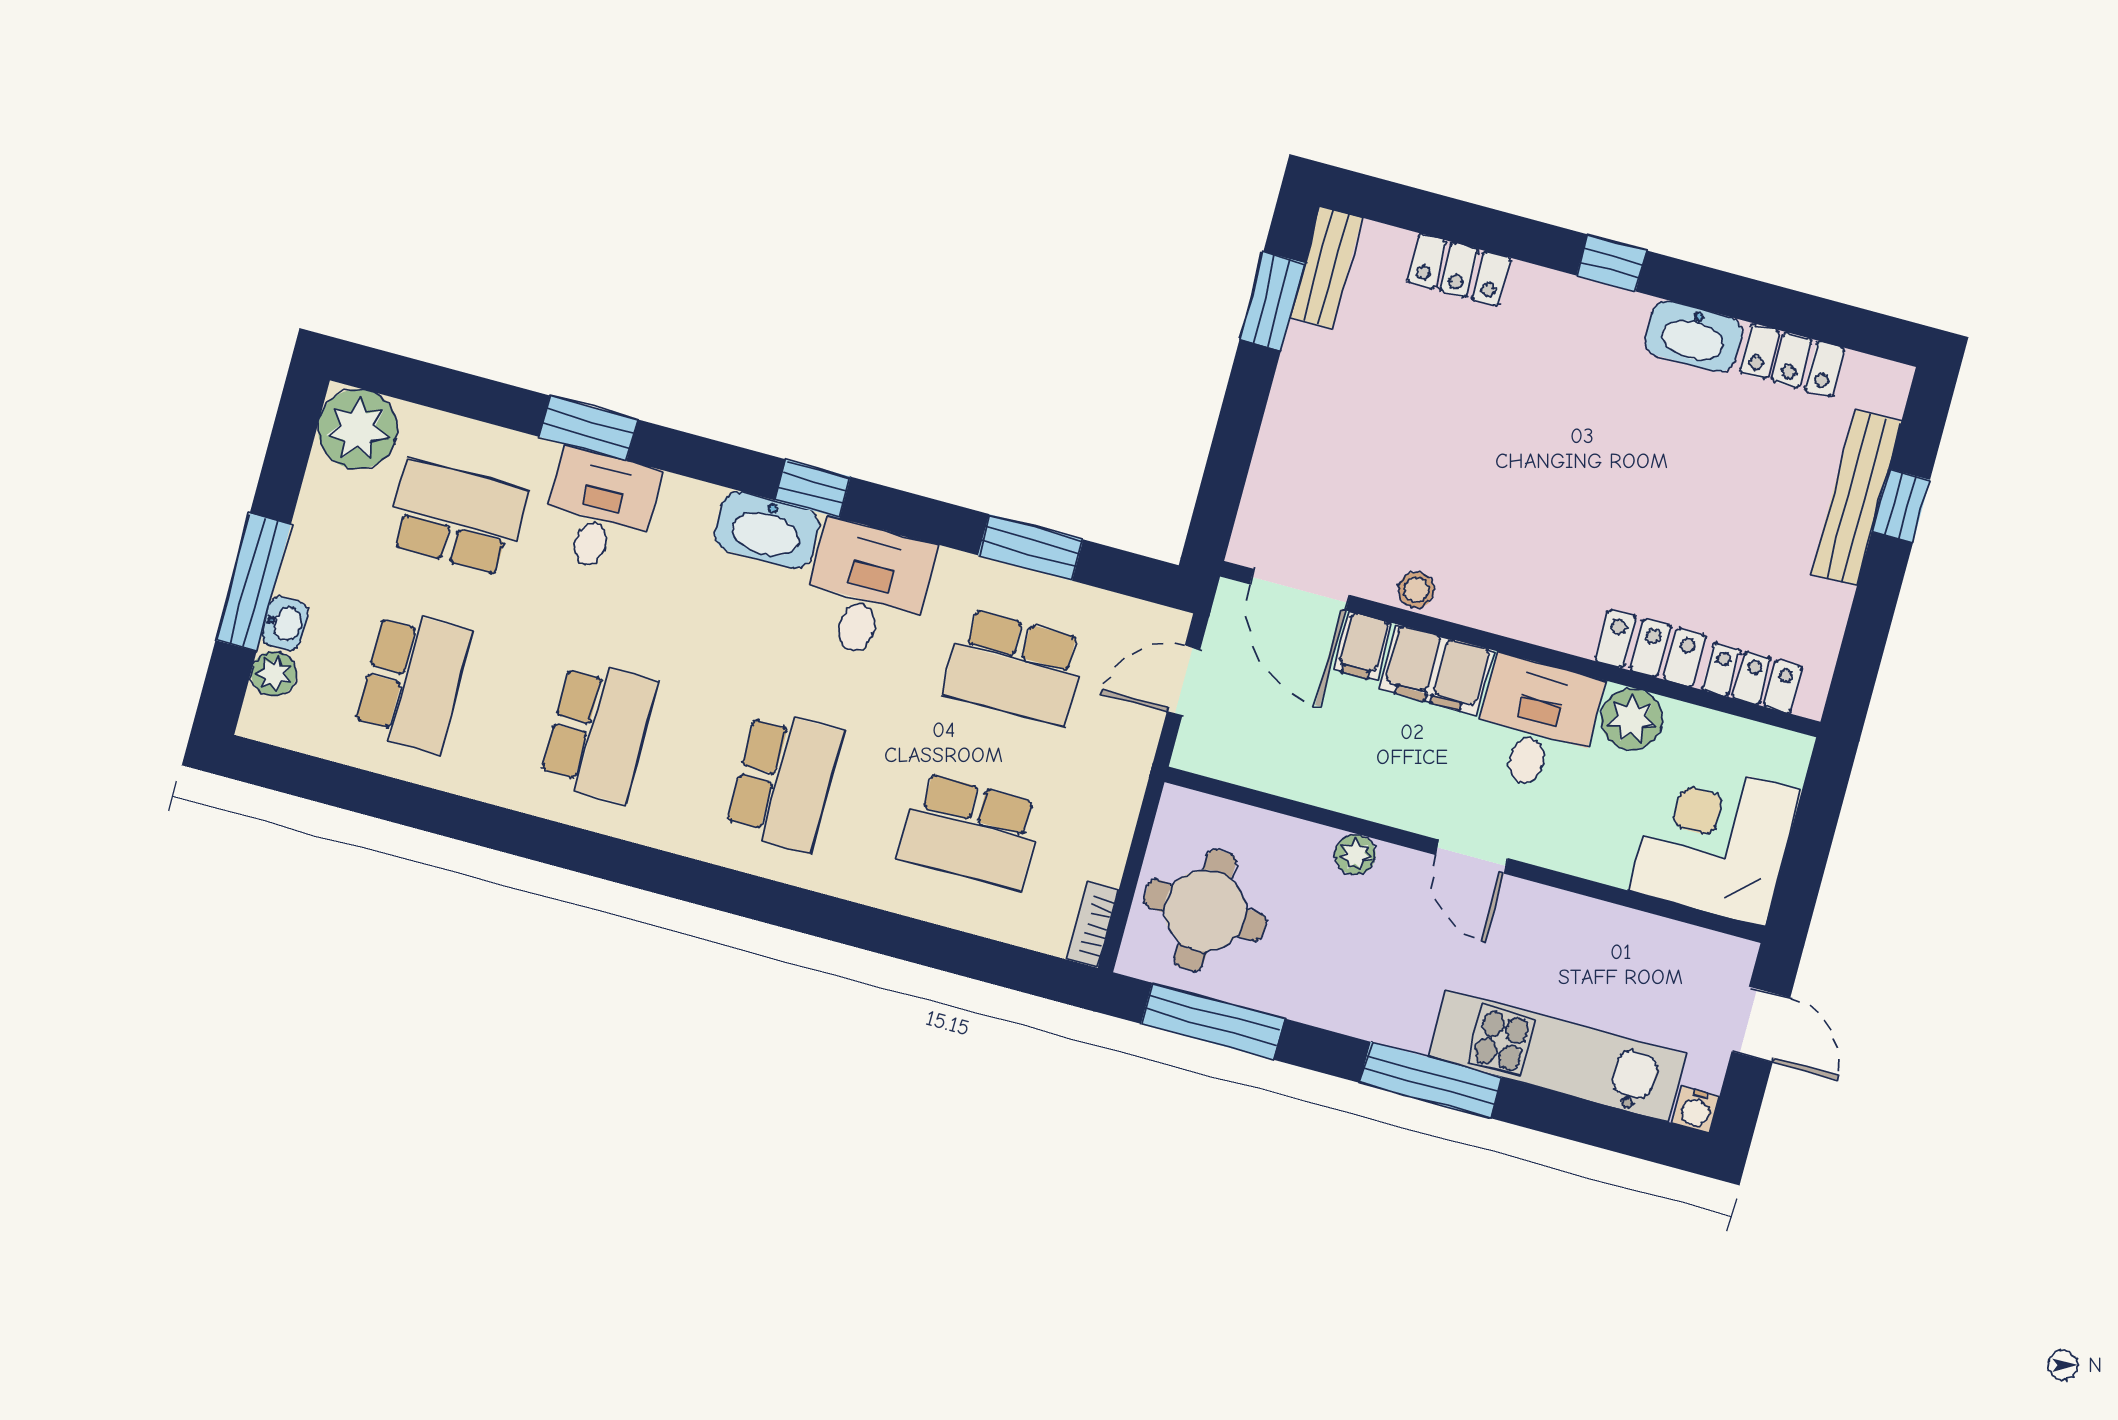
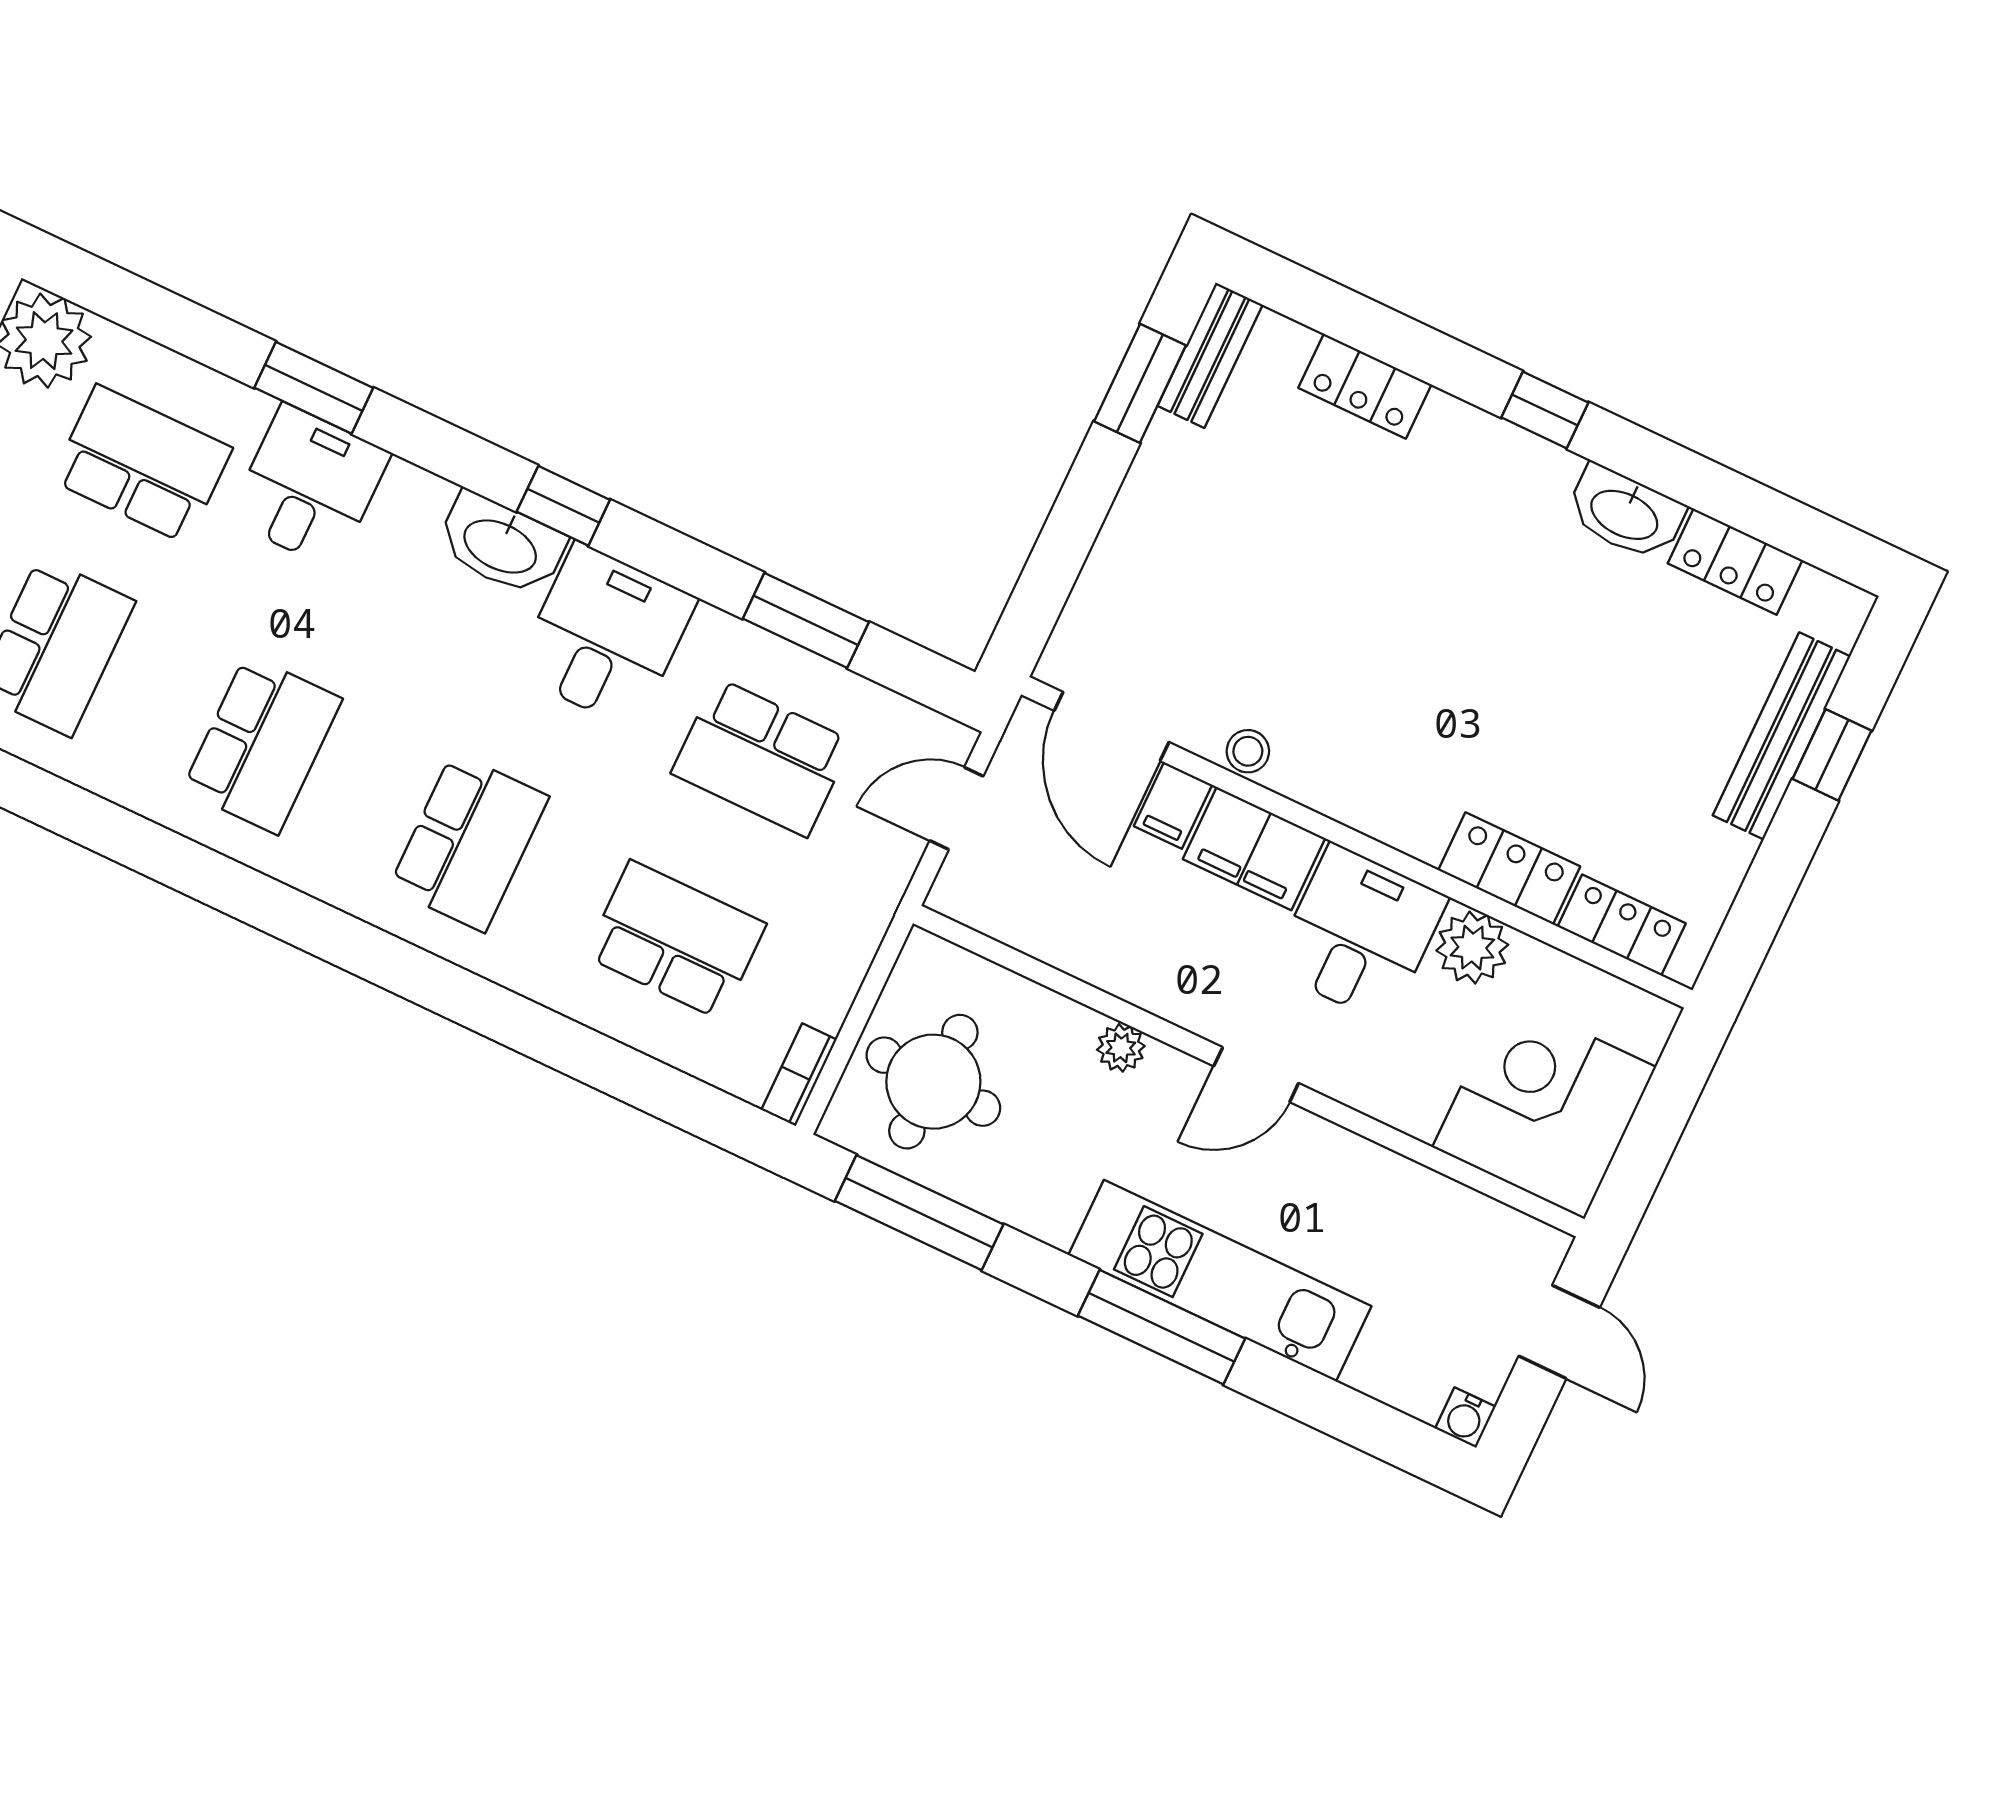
school desk: (970, 831) -> (676, 940), turned 180
door: (1471, 857) -> (1256, 1075), hinge flipped
kitchen unit: (1557, 1056) -> (1220, 1281), moved

